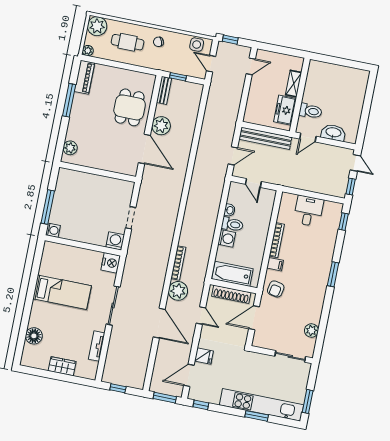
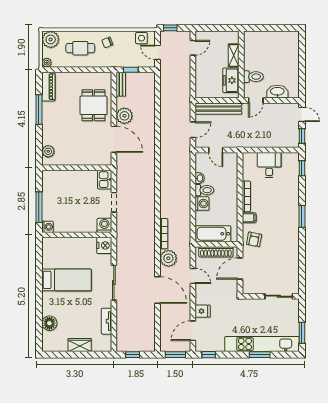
kitchen sink: (126, 191) -> (105, 180), added
plant: (311, 331) -> (293, 270), removed

